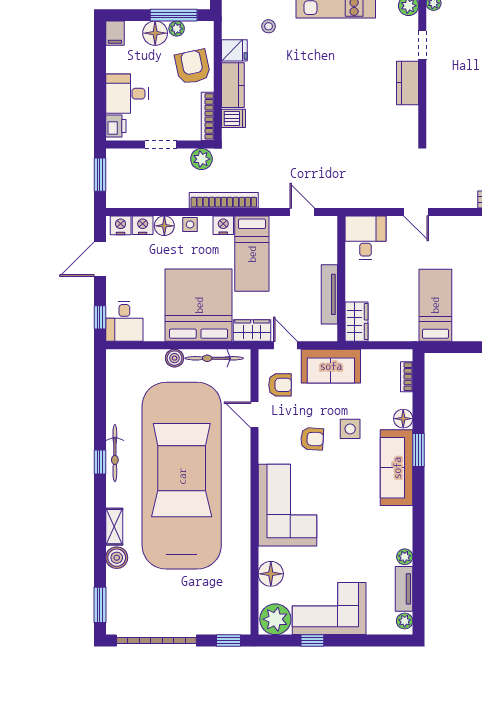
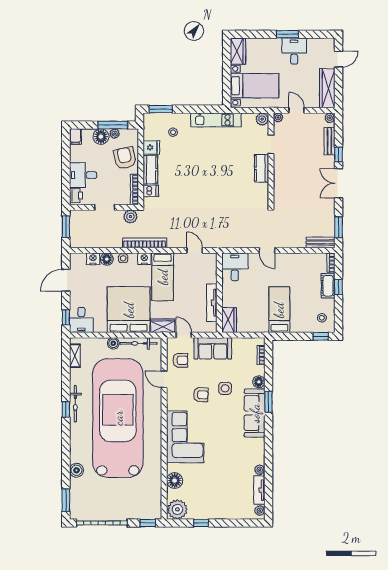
nightstand: (121, 225) -> (79, 259), removed
shelving: (114, 527) -> (75, 356), moved
corner sofa: (329, 609) -> (212, 503), removed

